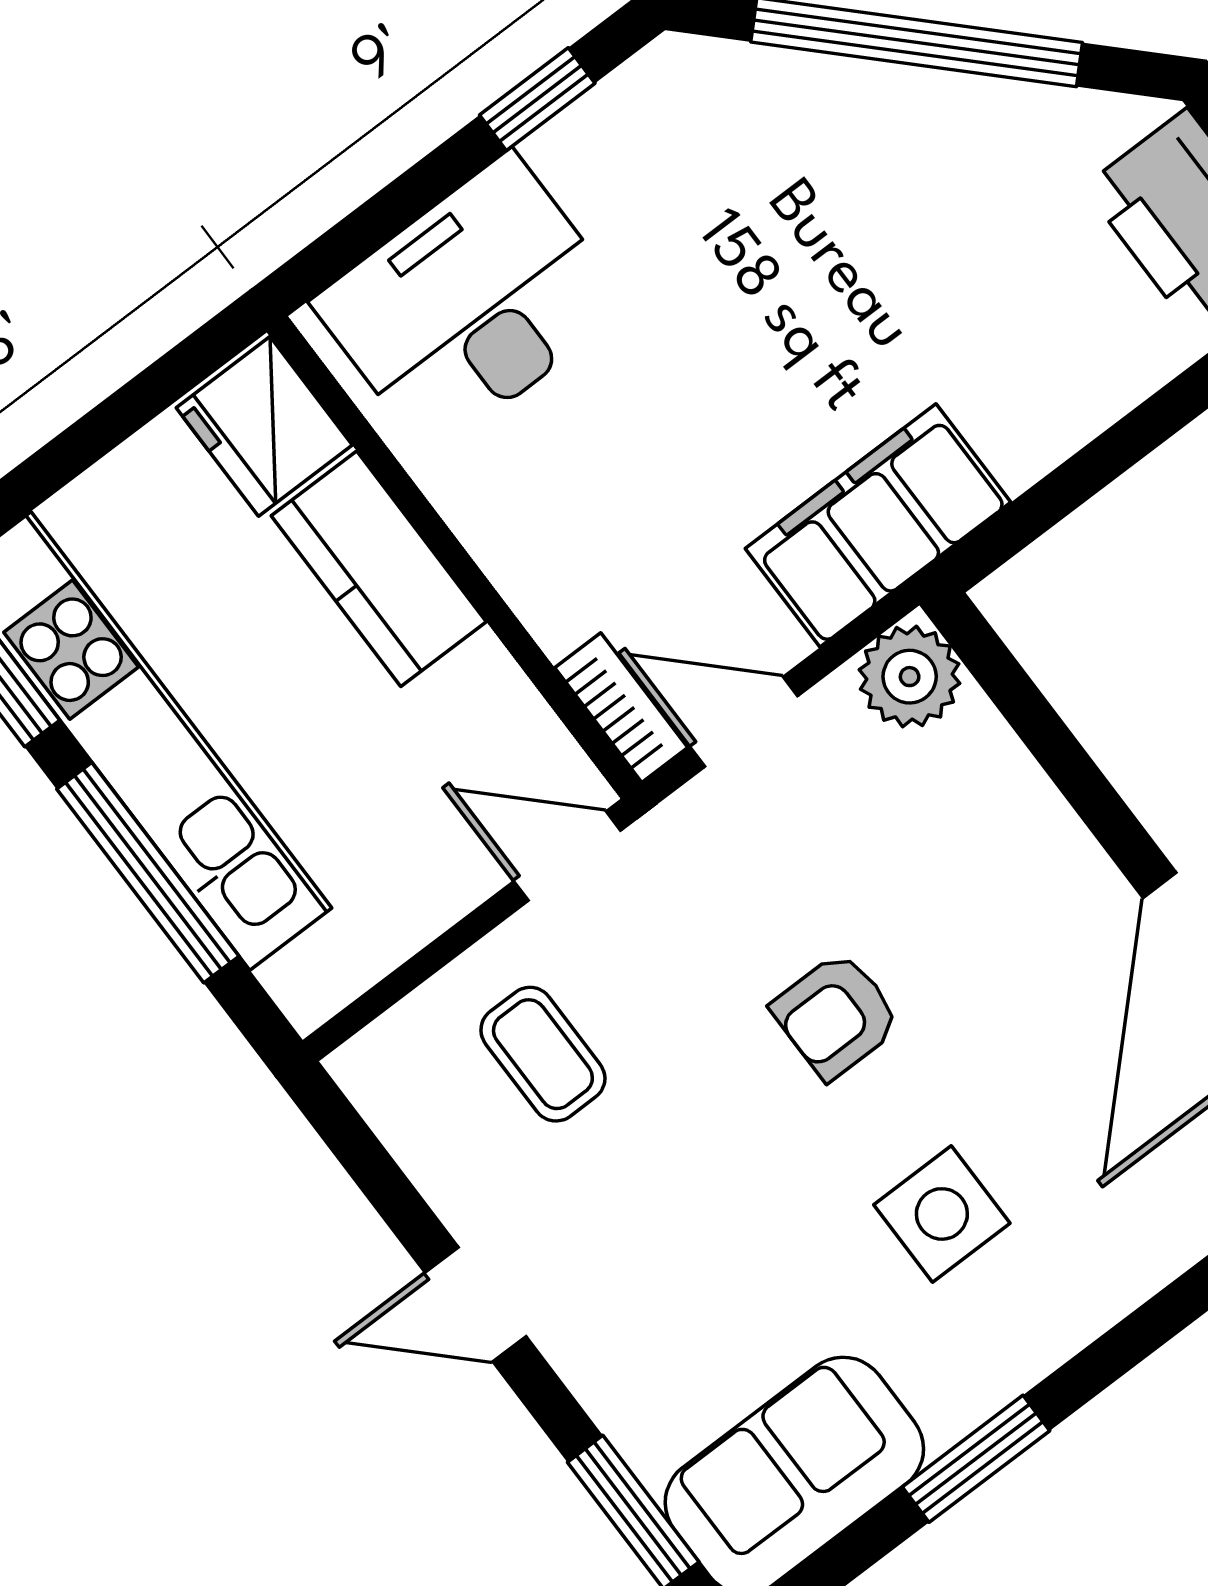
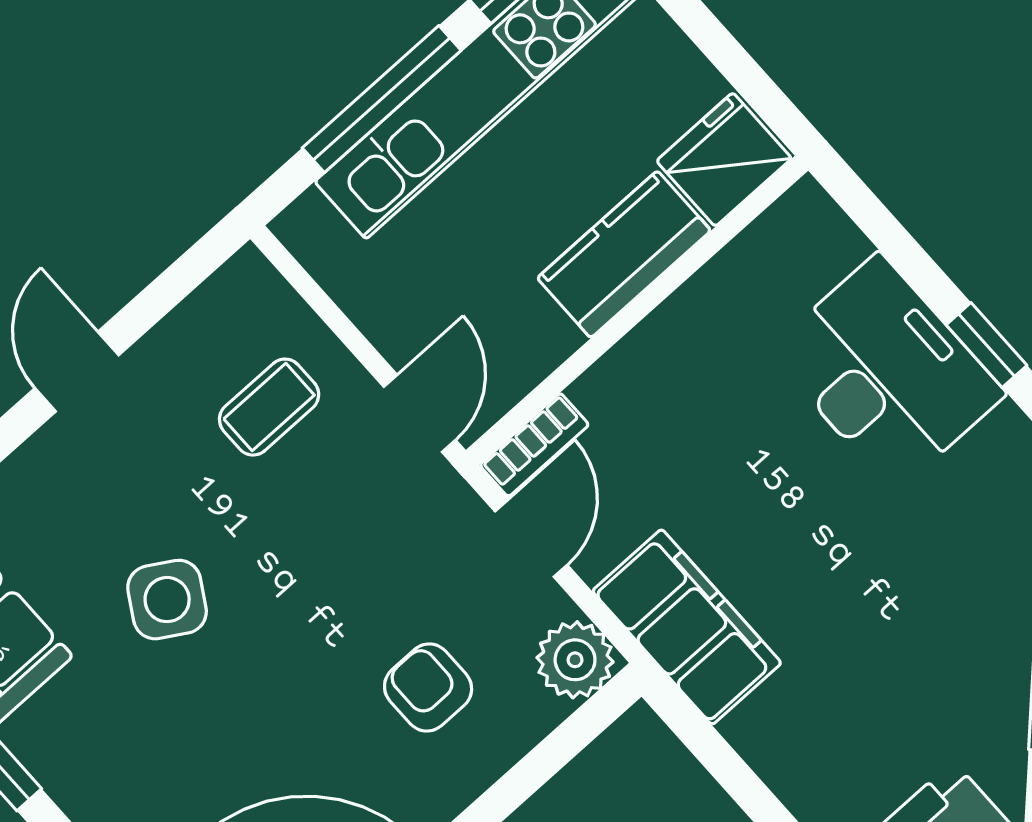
desk: (471, 304) -> (887, 373), moved
armchair: (836, 1015) -> (428, 688), moved
side table: (942, 1214) -> (167, 600), moved, turned 31

